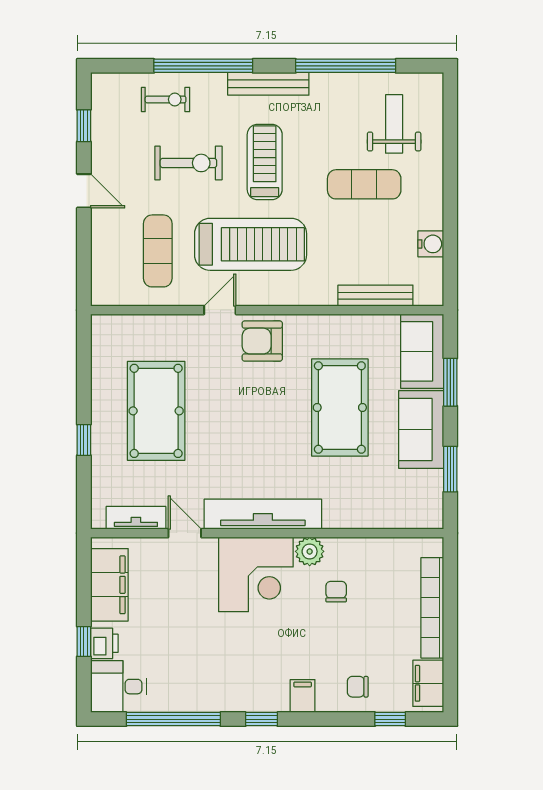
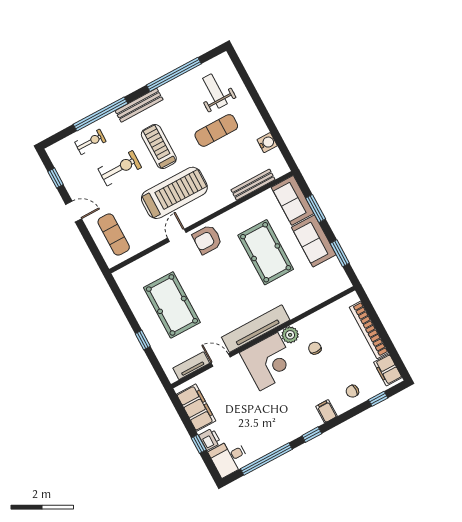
exercise mat: (158, 251) -> (114, 235), moved

